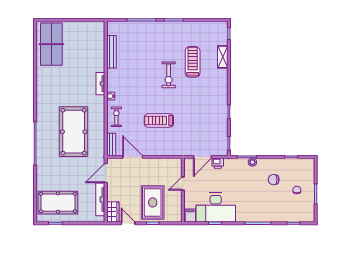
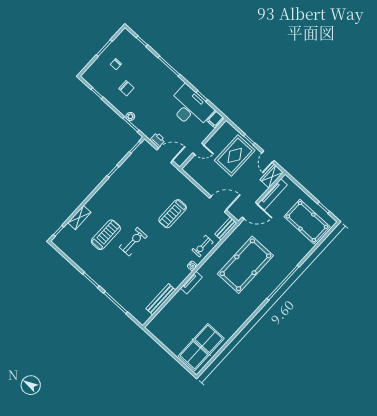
treadmill: (193, 62) -> (106, 235), turned 180
treadmill: (159, 120) -> (173, 214), turned 90
door: (133, 157) -> (218, 204), swing flipped

